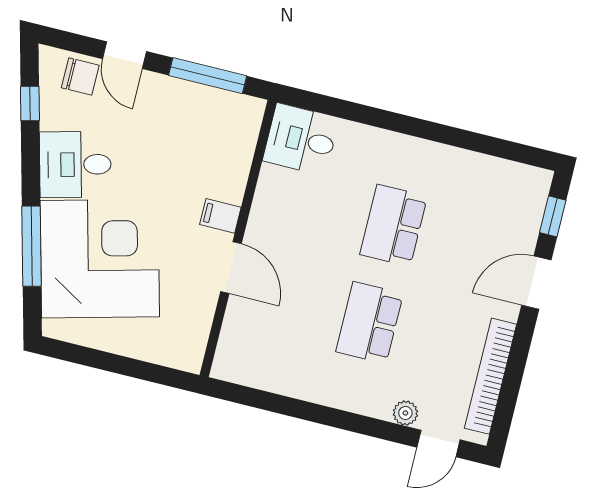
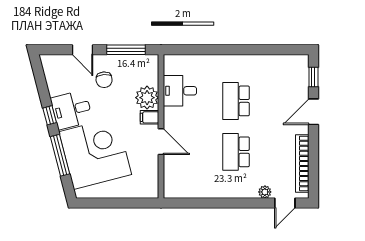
chair: (80, 77) -> (104, 80), moved, turned 85
window: (30, 104) -> (50, 115), moved
desk: (301, 139) -> (180, 91), moved
plant: (225, 177) -> (147, 98), added

